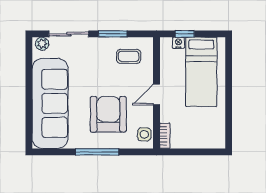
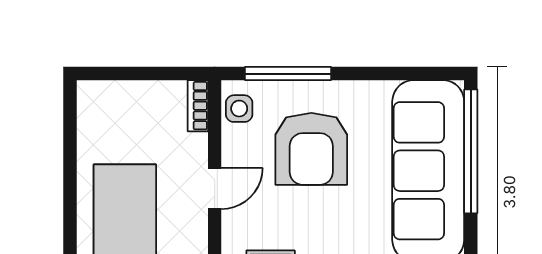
window: (29, 113) -> (471, 151), added
window: (97, 152) -> (288, 74), moved

